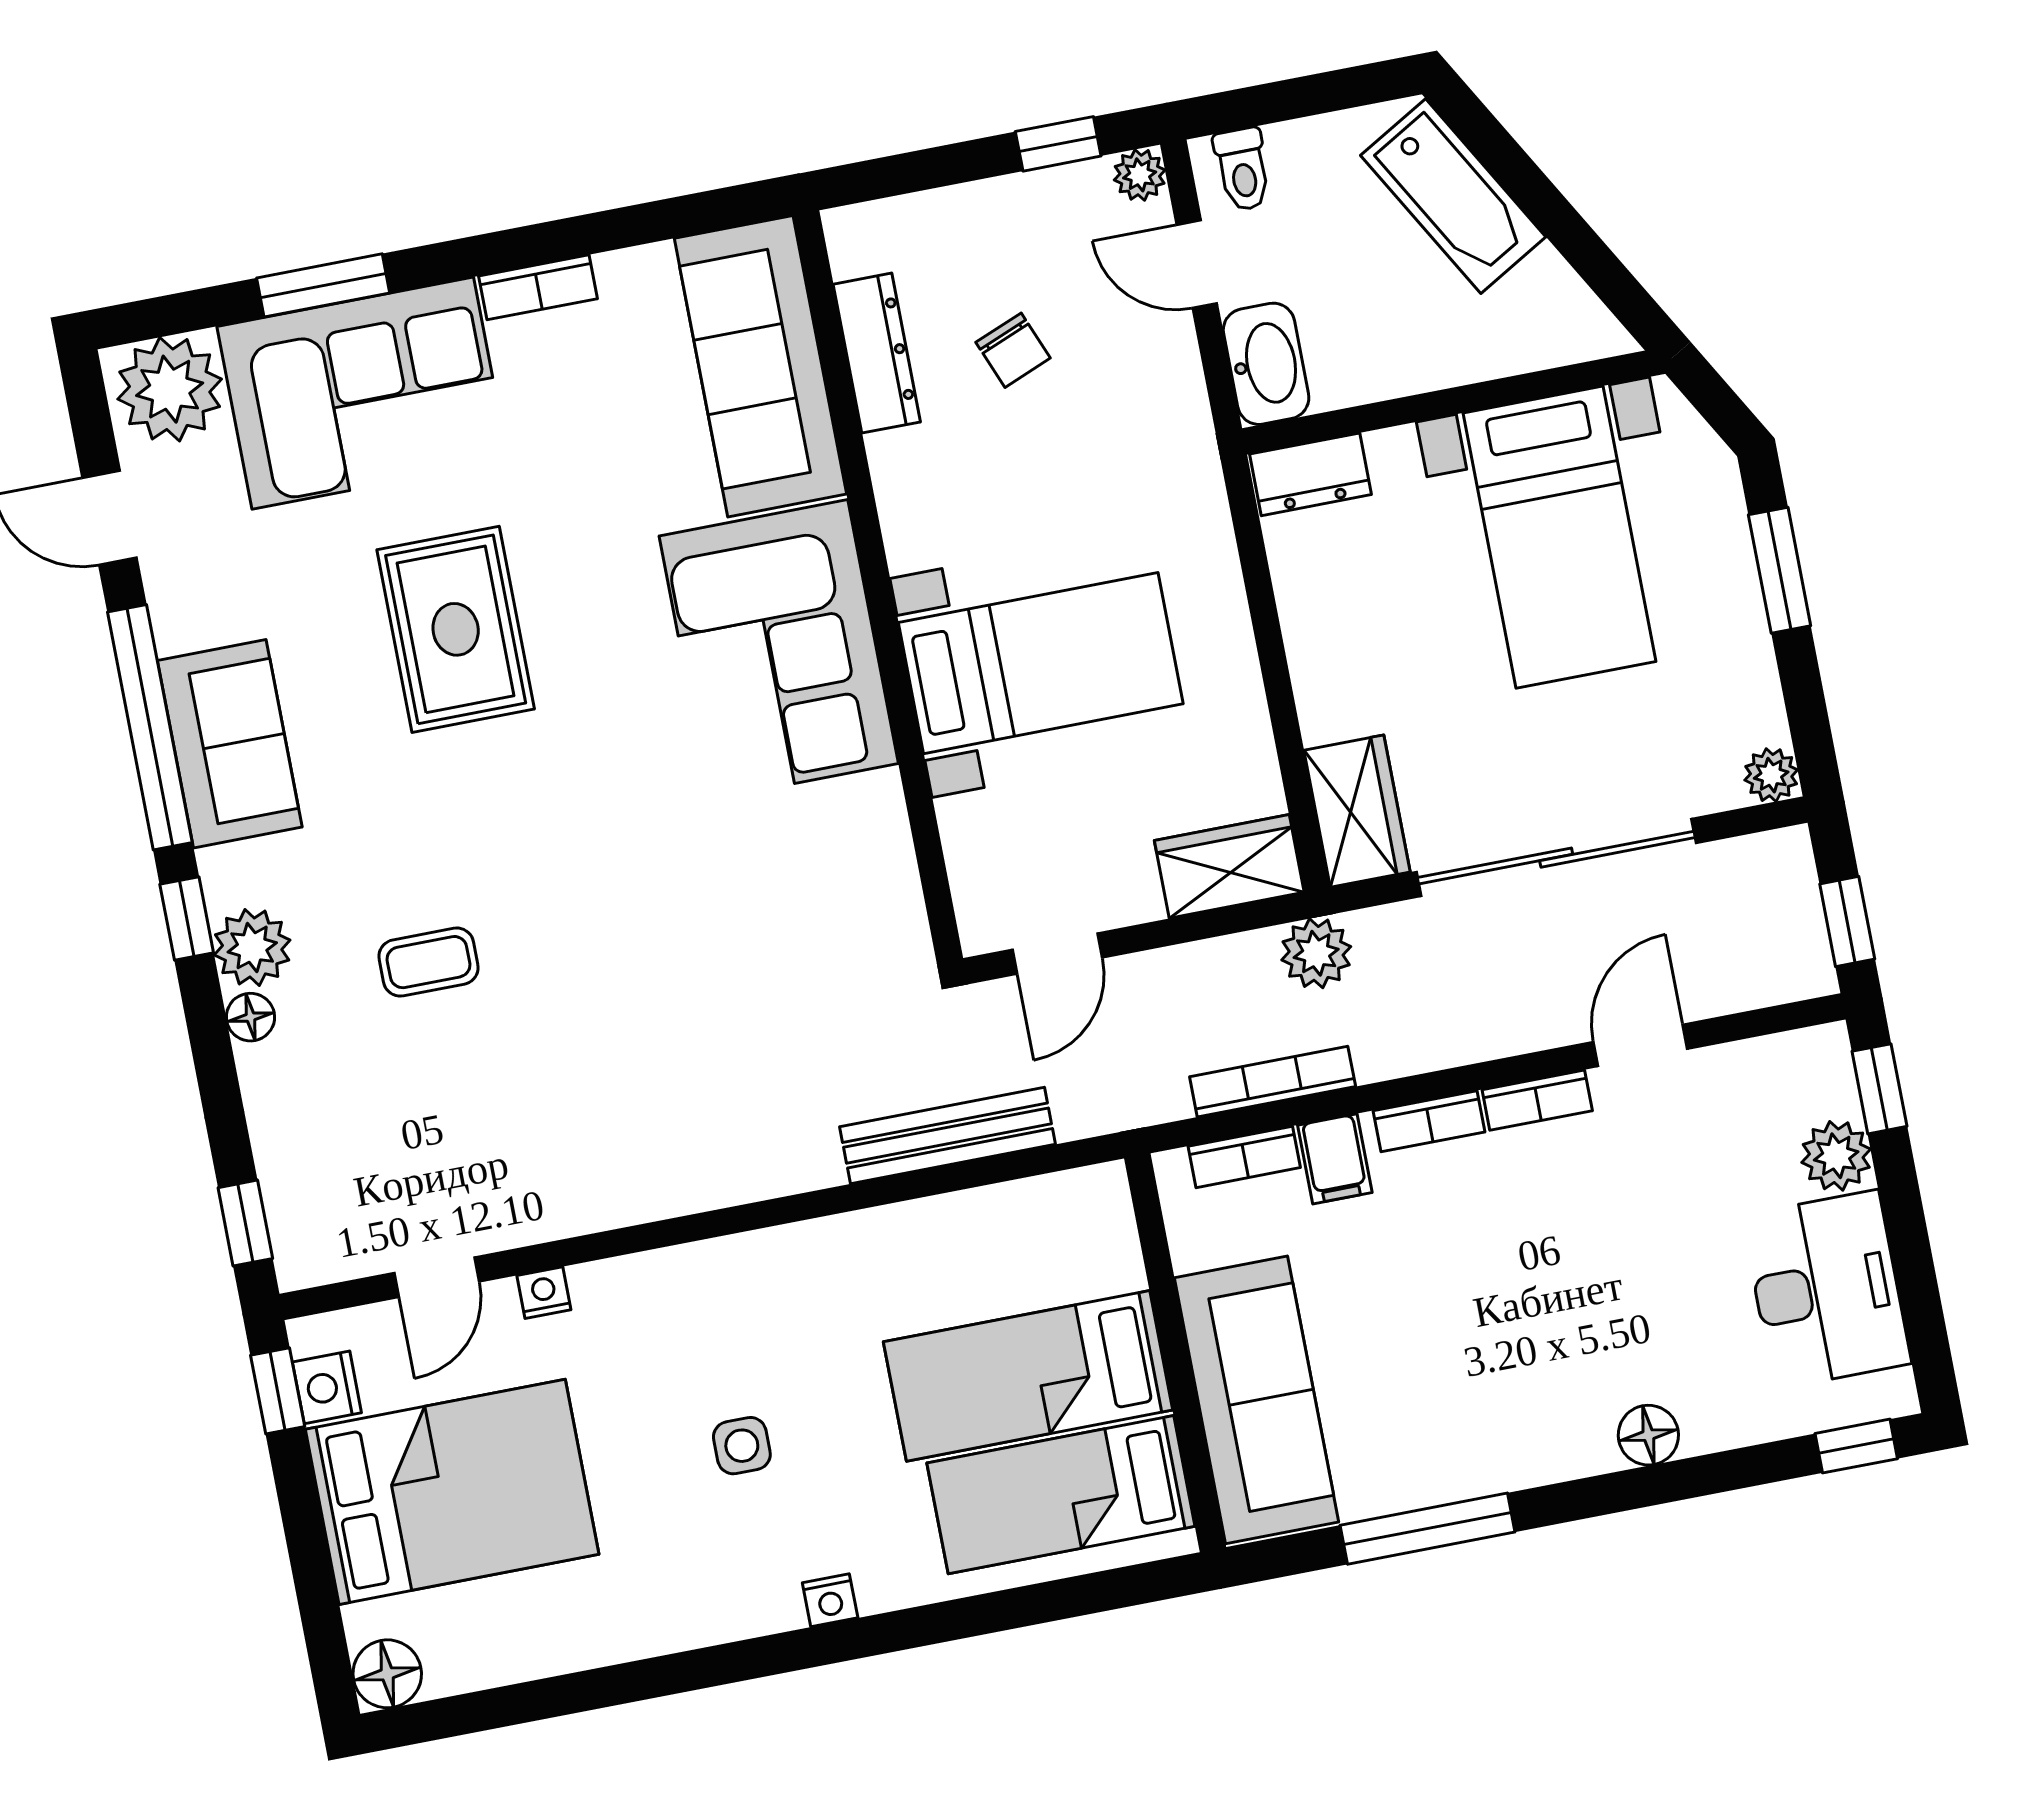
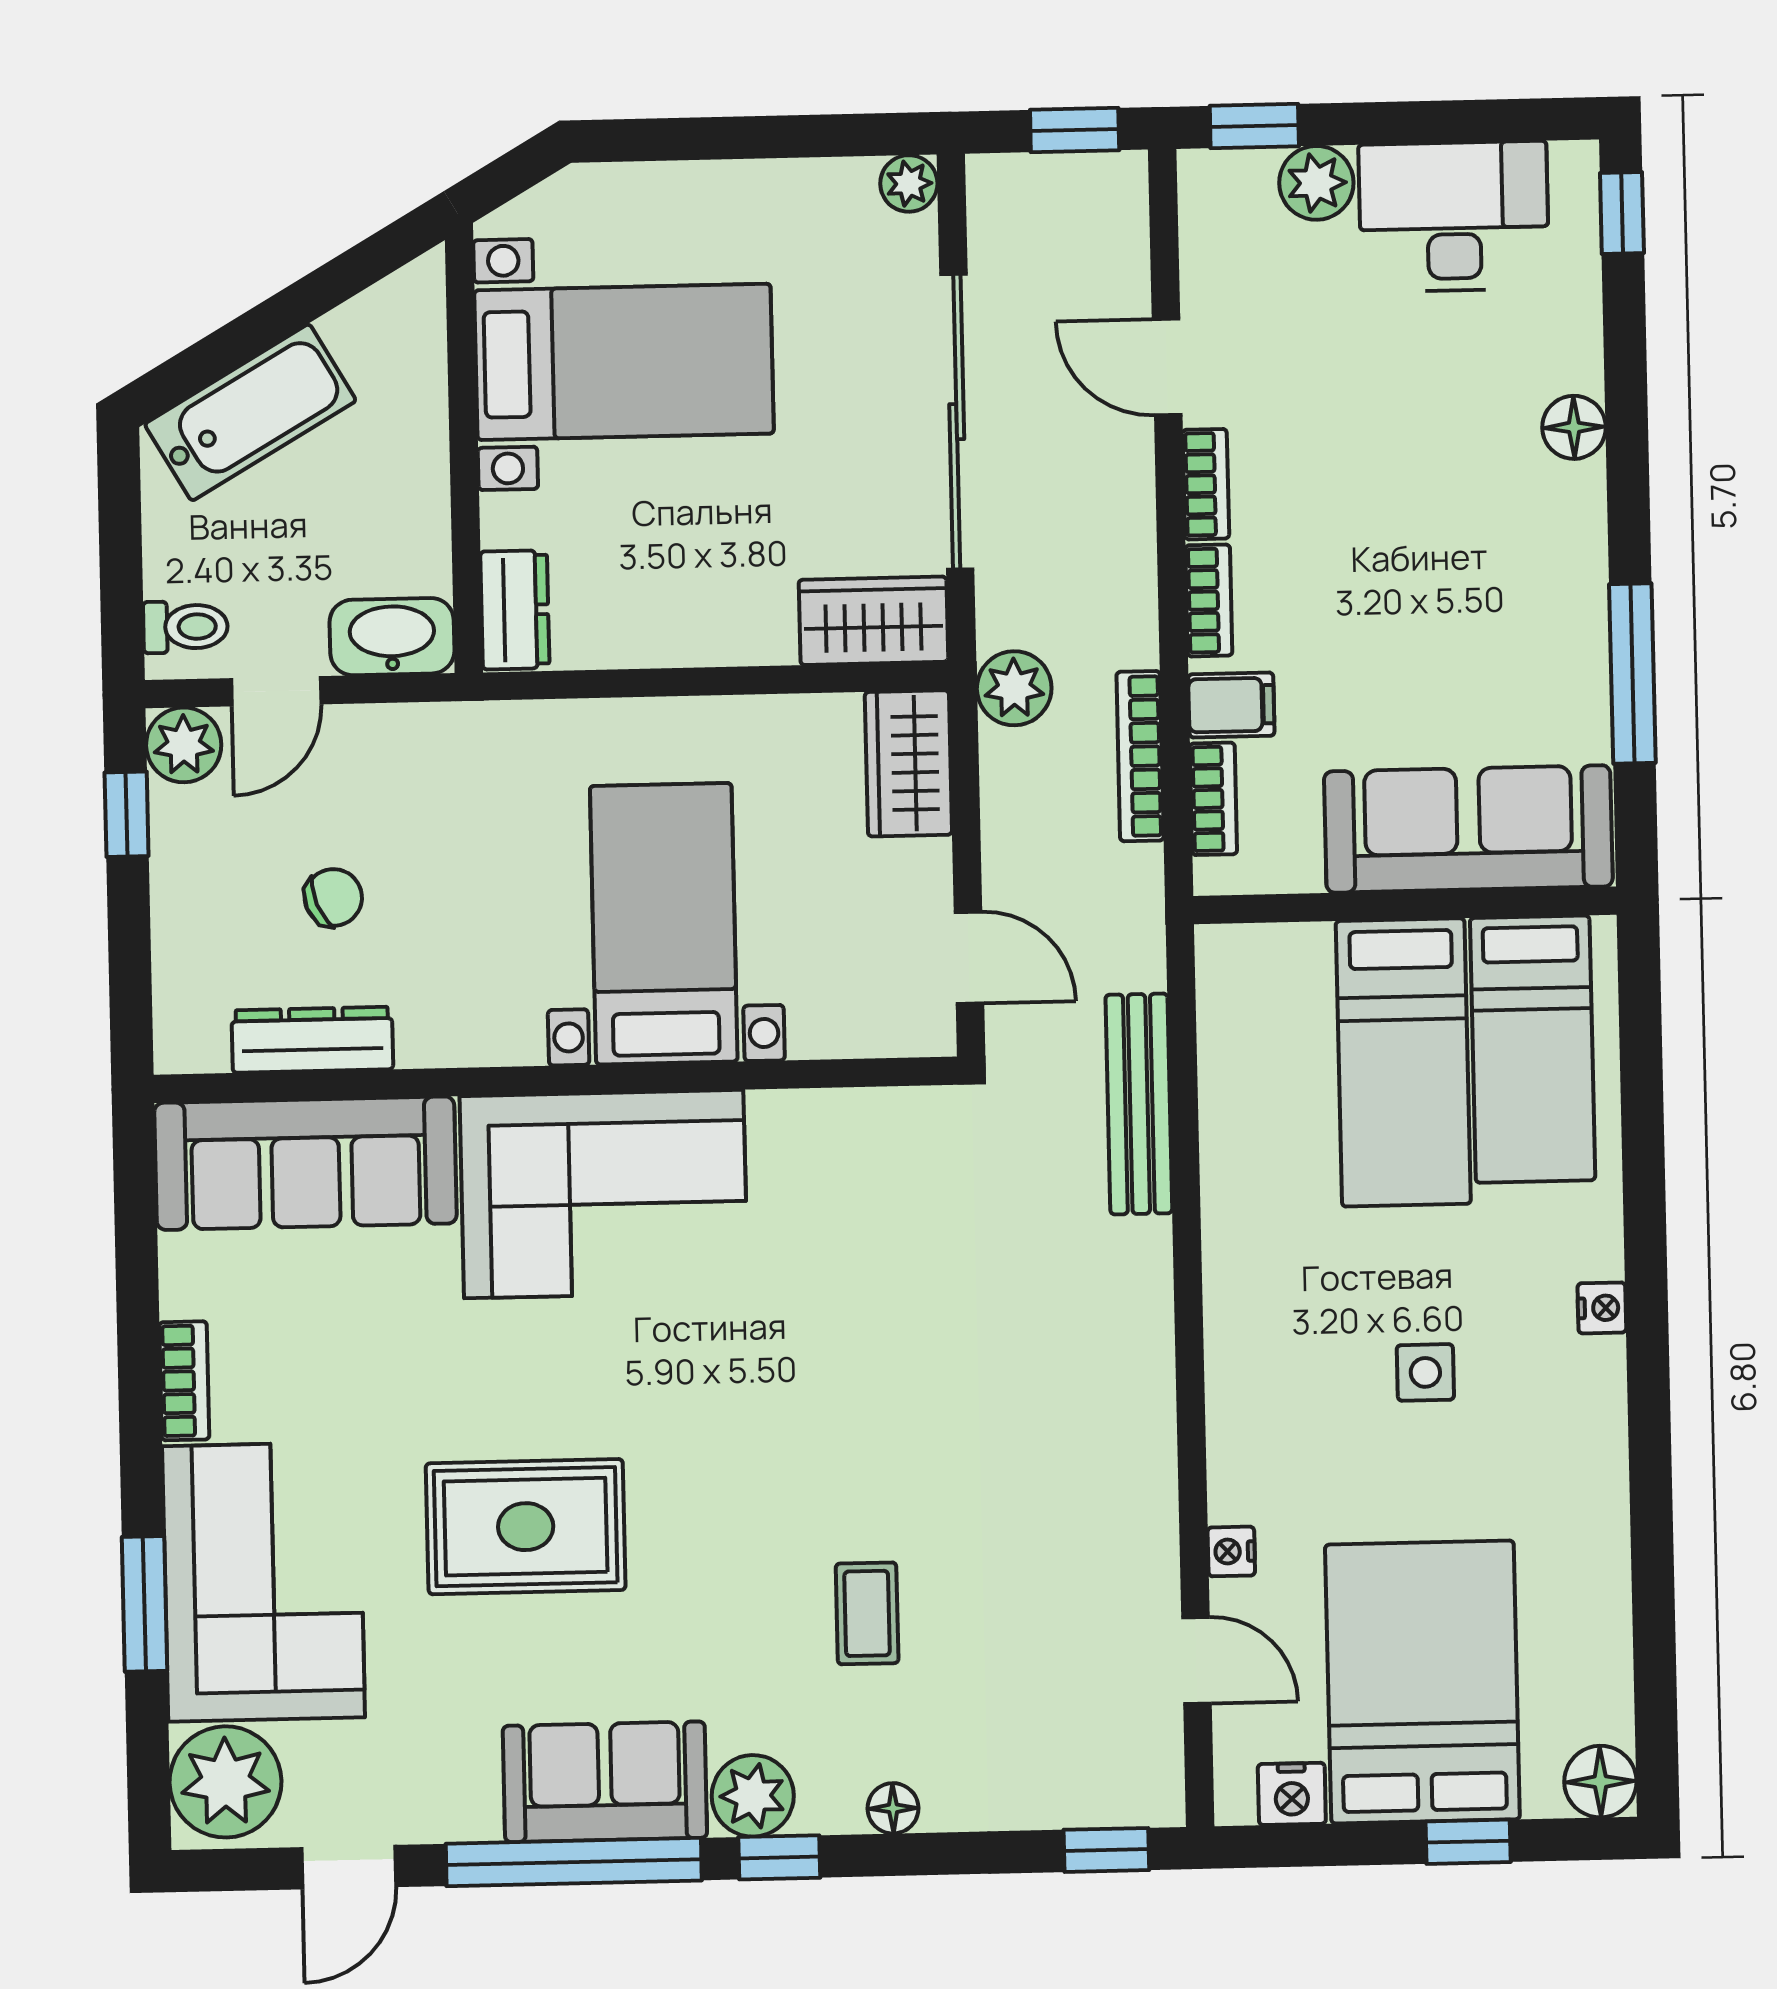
plant: (1140, 175) -> (184, 745), width x1.38, depth x1.38
window: (1780, 570) -> (697, 139), removed
plant: (252, 947) -> (753, 1796), moved
window: (278, 1391) -> (1468, 1842), moved

